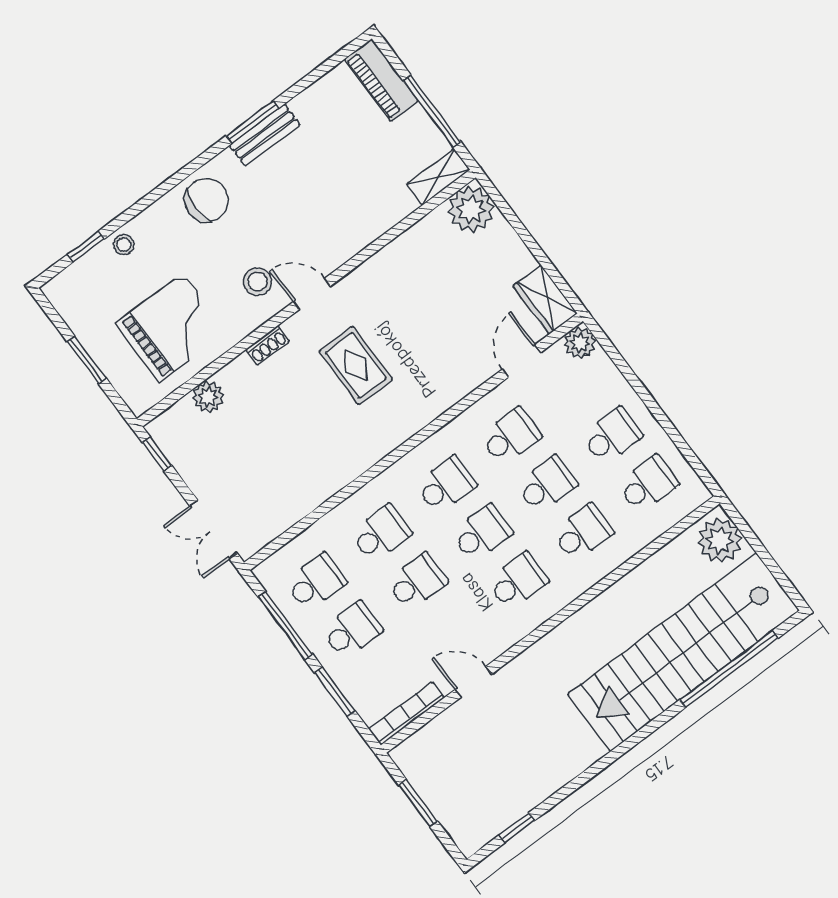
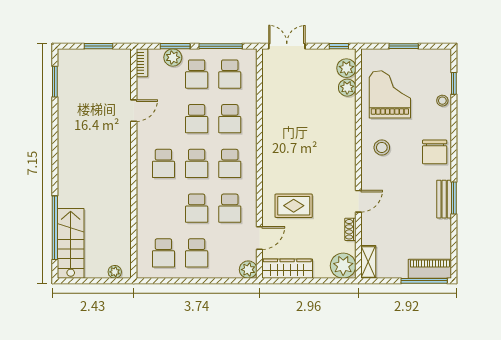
window: (432, 111) -> (424, 281), moved
door: (312, 294) -> (358, 201), moved
wardrobe: (545, 300) -> (287, 269), width x1.50
grand piano: (172, 328) -> (390, 94), turned 180
shoe rack: (267, 345) -> (350, 229), moved
door: (522, 361) -> (259, 238), hinge flipped
rug: (356, 365) -> (294, 206), moved
plant: (181, 419) -> (346, 68), added
school desk: (583, 533) -> (163, 208), removed
plant: (720, 540) -> (115, 272), width x0.53, depth x0.53
stairs: (684, 652) -> (71, 243), width x0.54, depth x0.66
plant: (354, 683) -> (173, 57), added
bookcase: (406, 713) -> (142, 63), width x0.64
window: (517, 828) -> (55, 82), width x1.50

